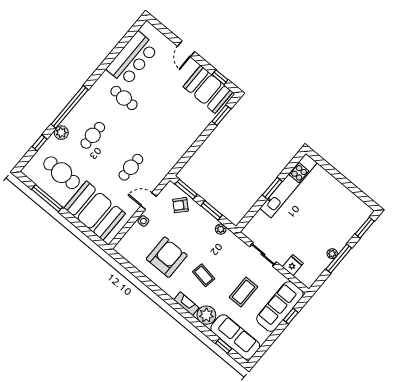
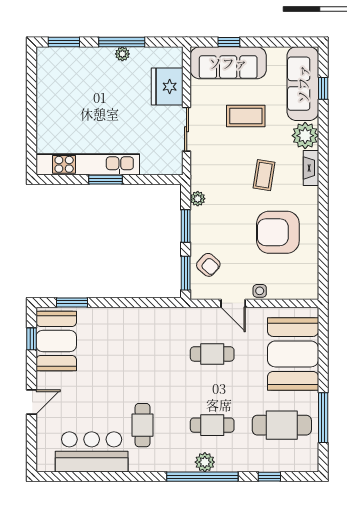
plant: (61, 133) -> (205, 462), moved
cafe table: (62, 173) -> (282, 425), turned 90
fridge: (293, 265) -> (167, 87), width x1.88, depth x1.34

